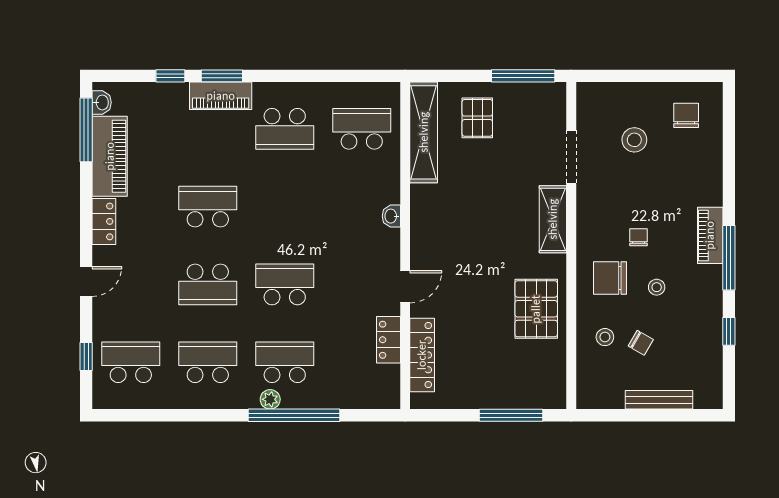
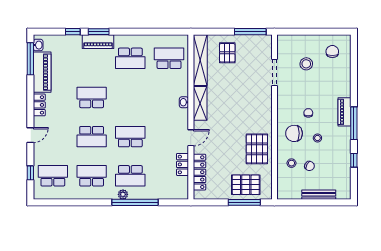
shelving: (553, 219) -> (200, 103), moved
school desk: (285, 362) -> (130, 176), turned 180
pallet: (514, 380) -> (246, 185), added

